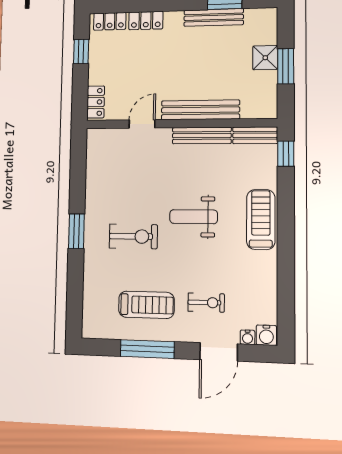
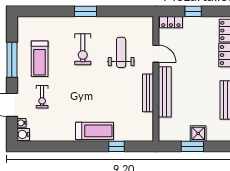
window: (81, 52) -> (193, 11), moved
bench: (255, 135) -> (148, 127), removed
window: (286, 154) -> (117, 146), moved
weight bench: (194, 217) -> (121, 52), moved

